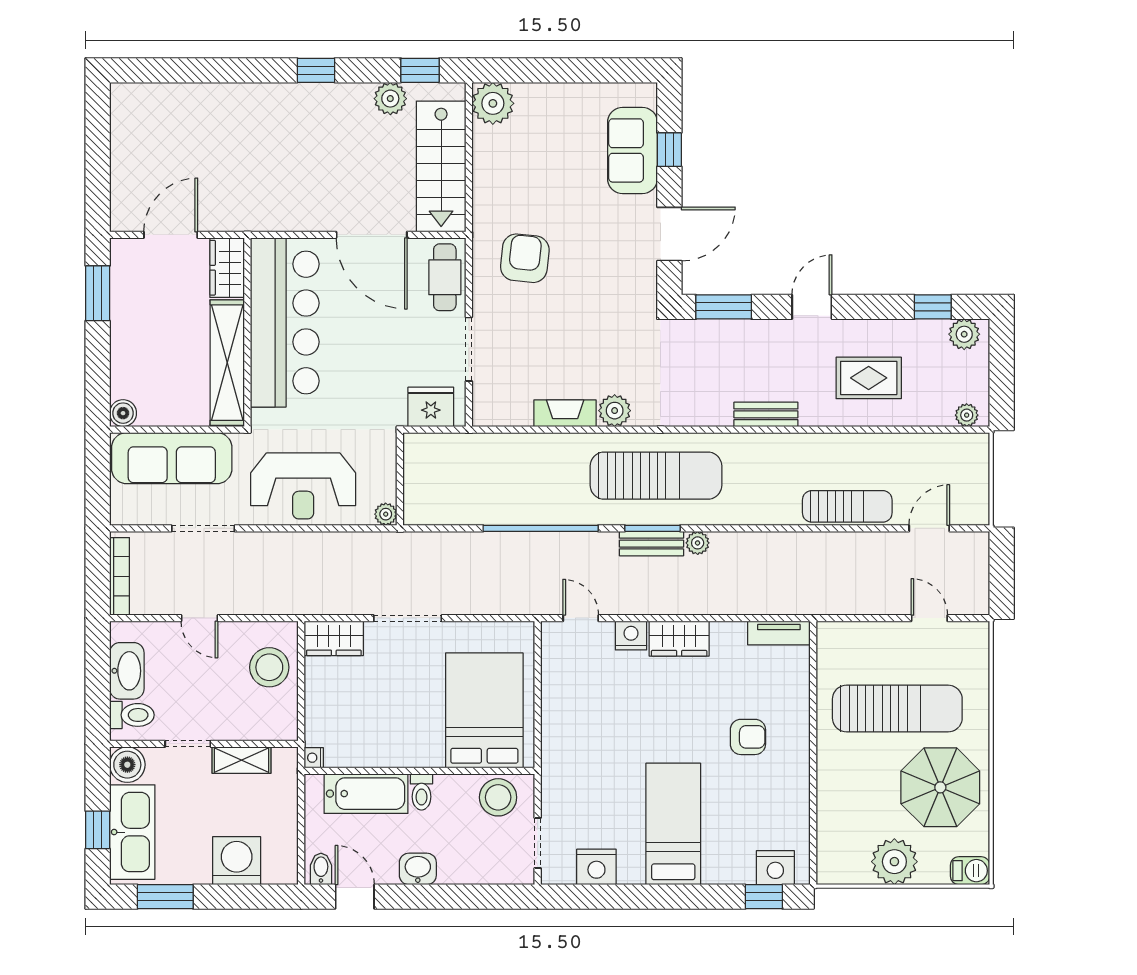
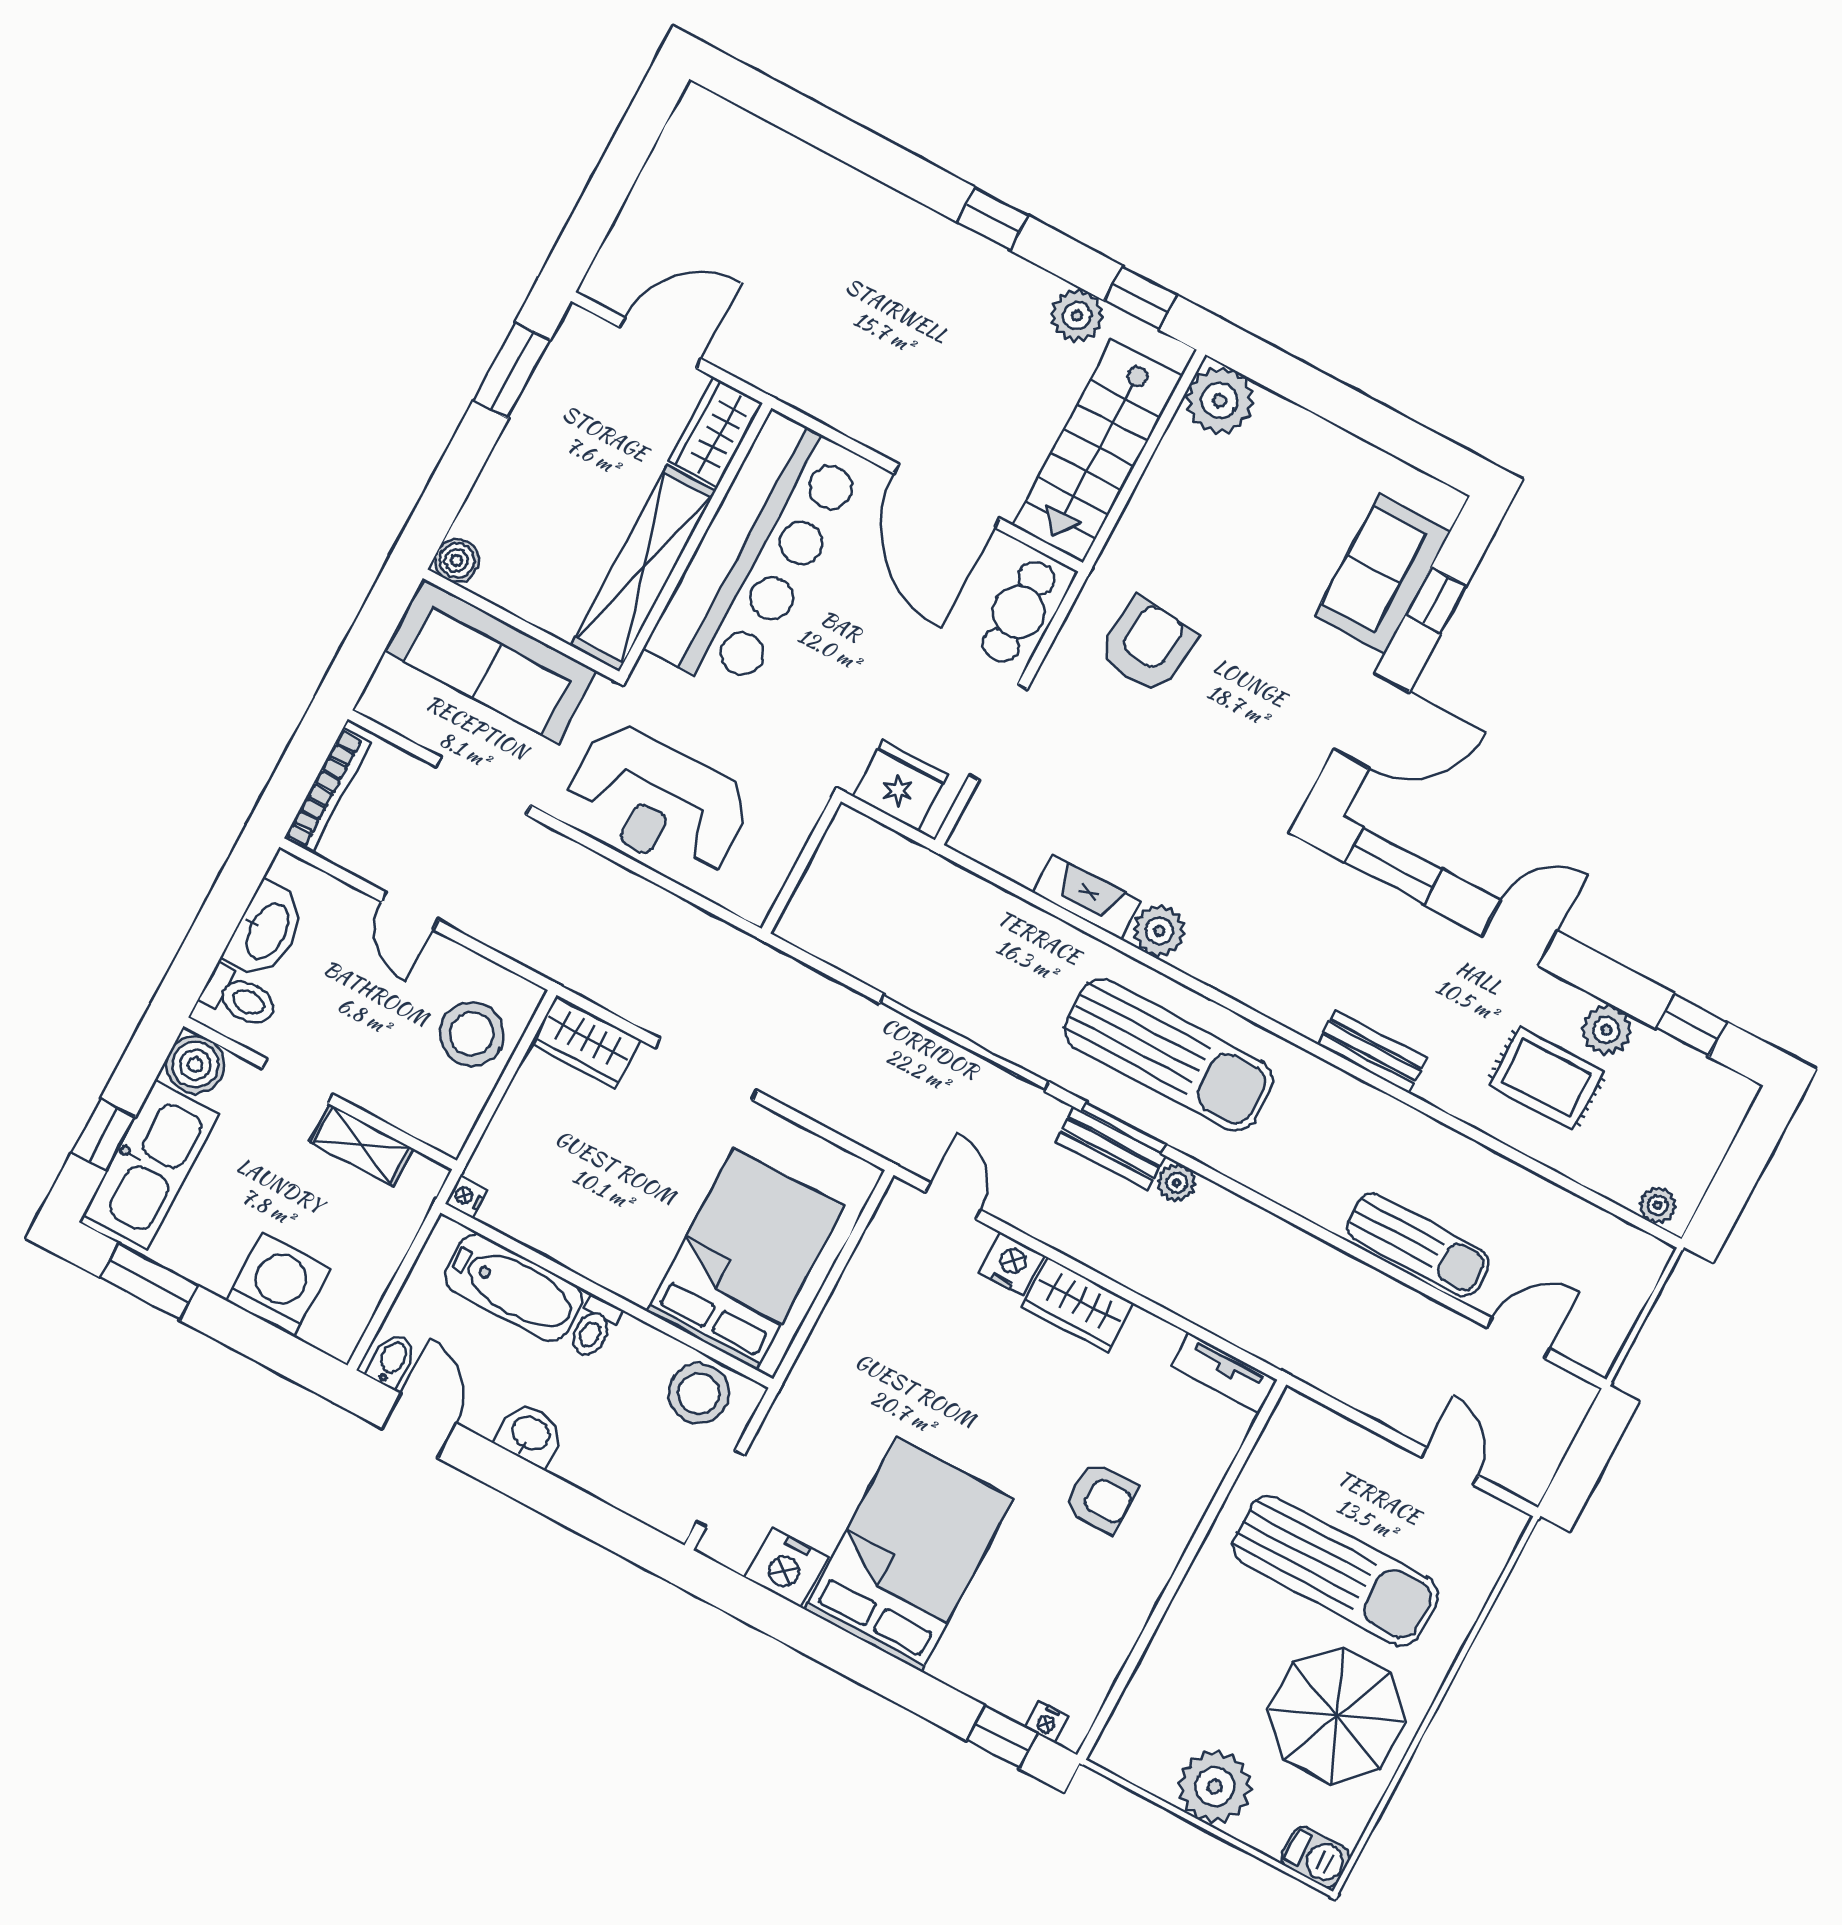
plant: (964, 334) -> (1606, 1030), moved
plant: (386, 514) -> (754, 904), removed
bed: (673, 824) -> (909, 1554), width x1.50
nightstand: (775, 868) -> (1047, 1722), width x0.53, depth x0.56

